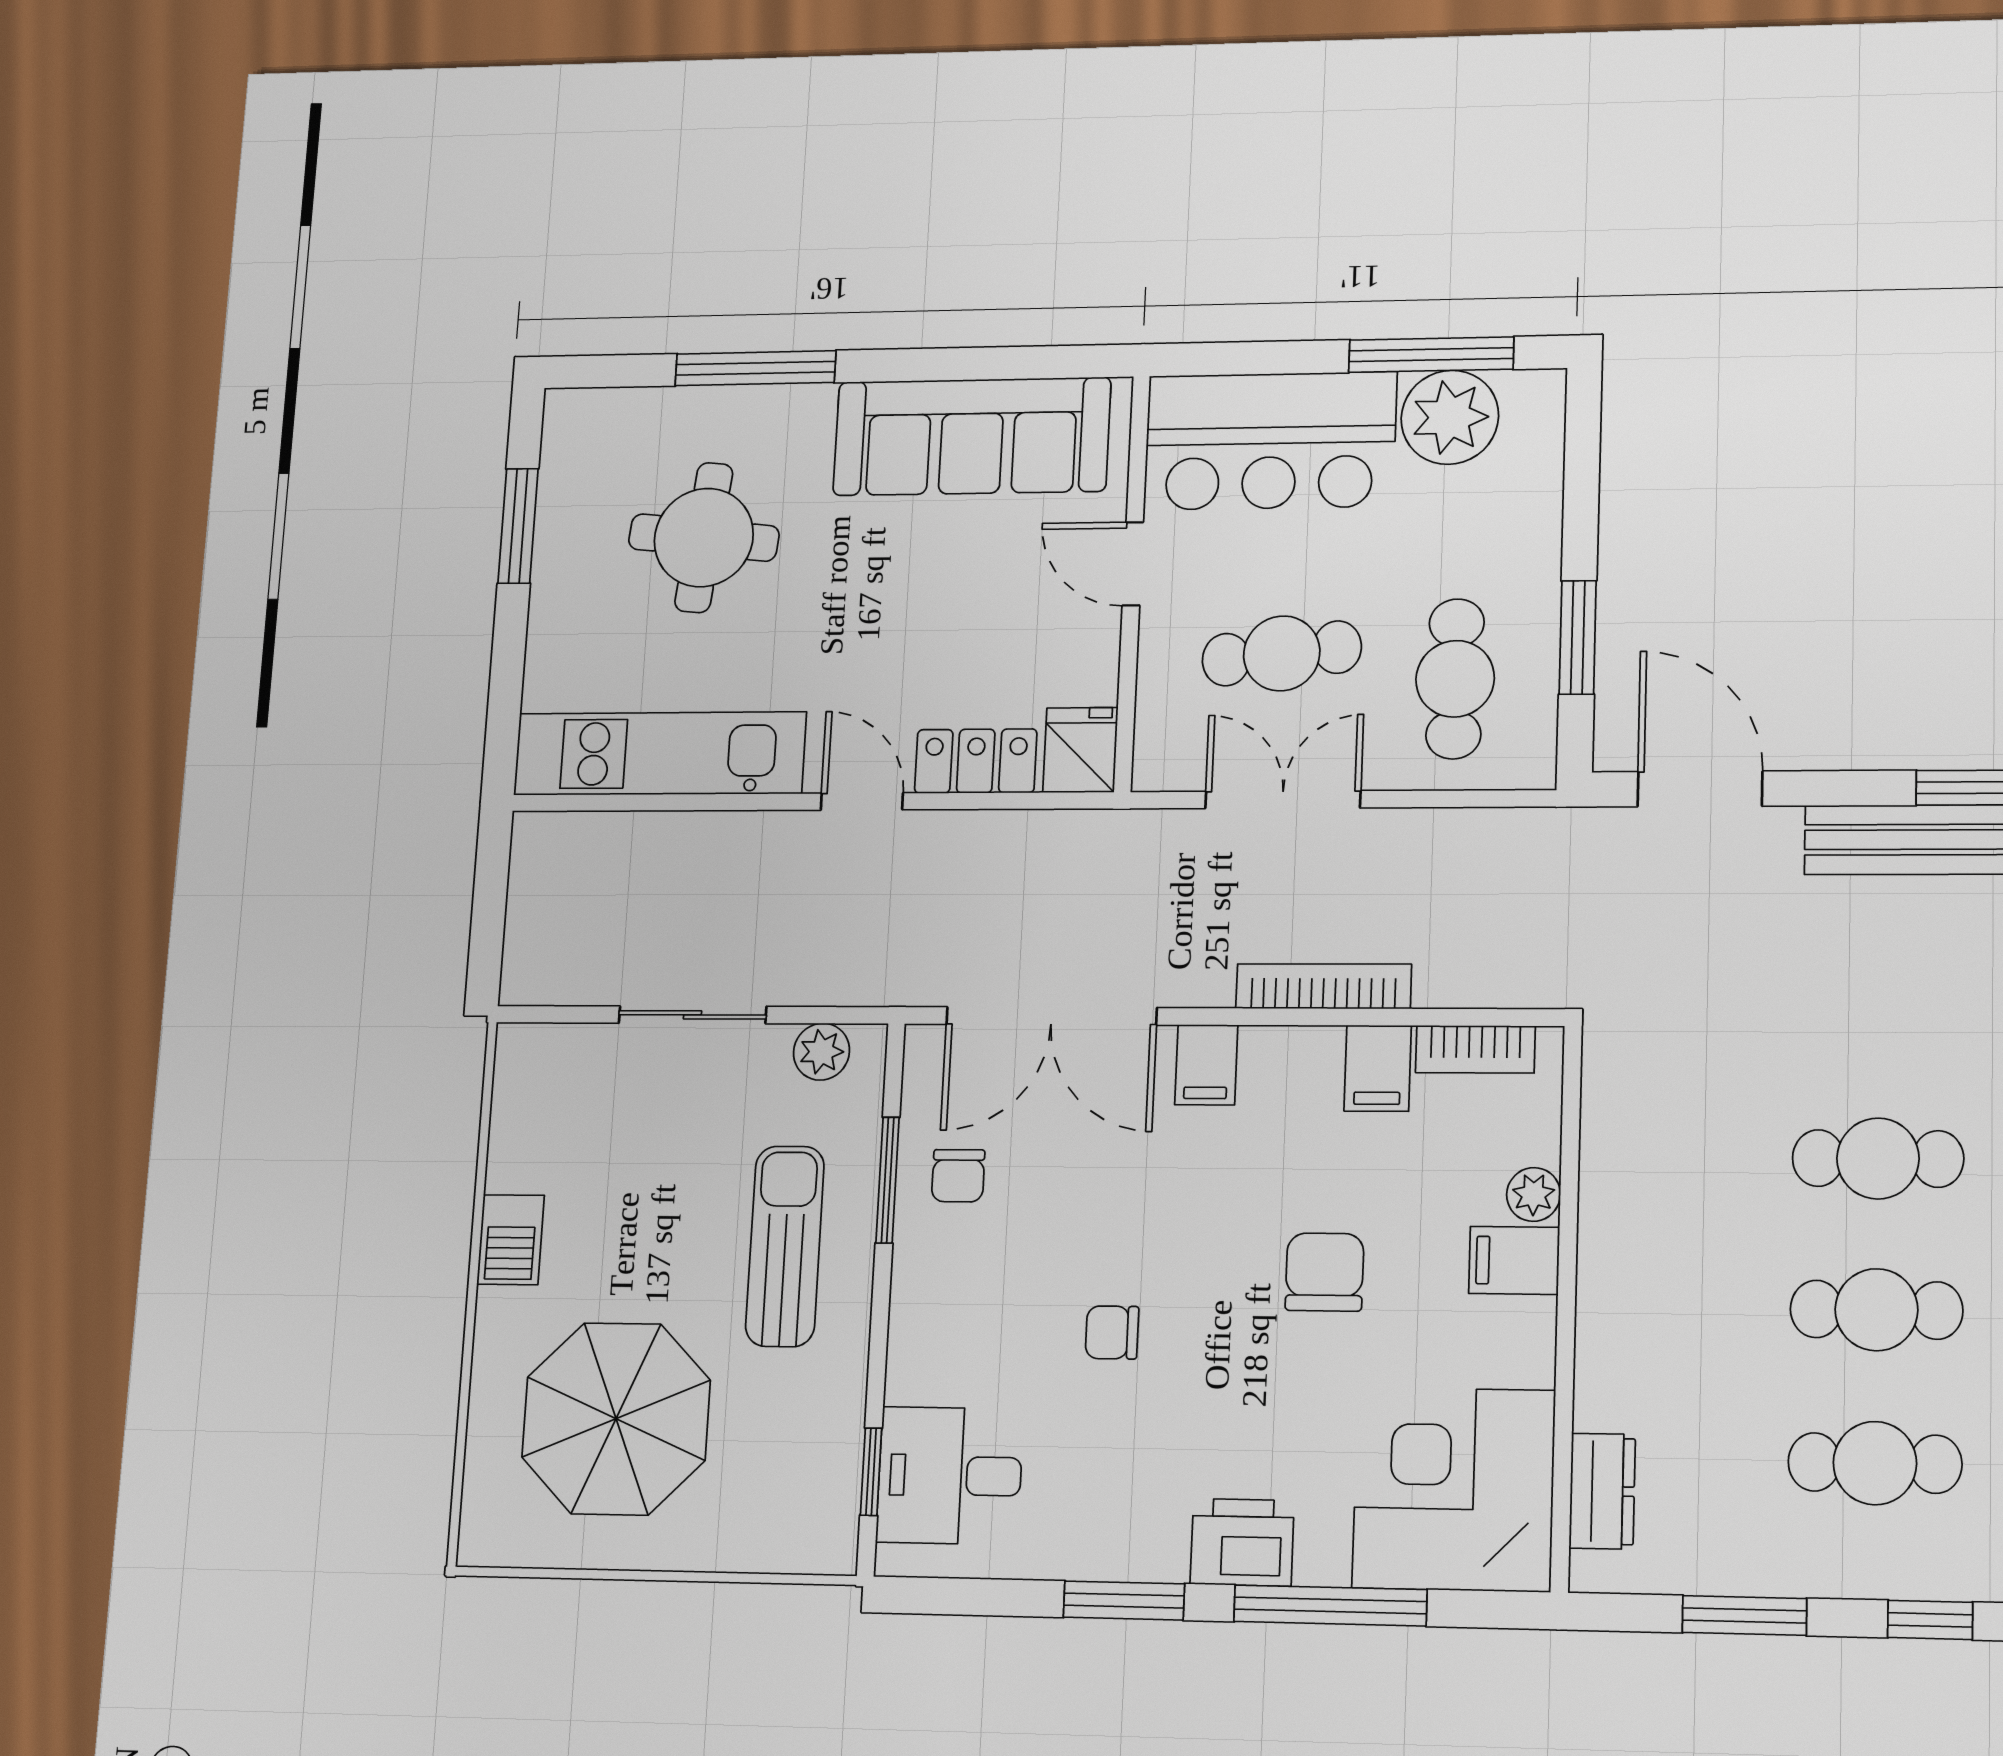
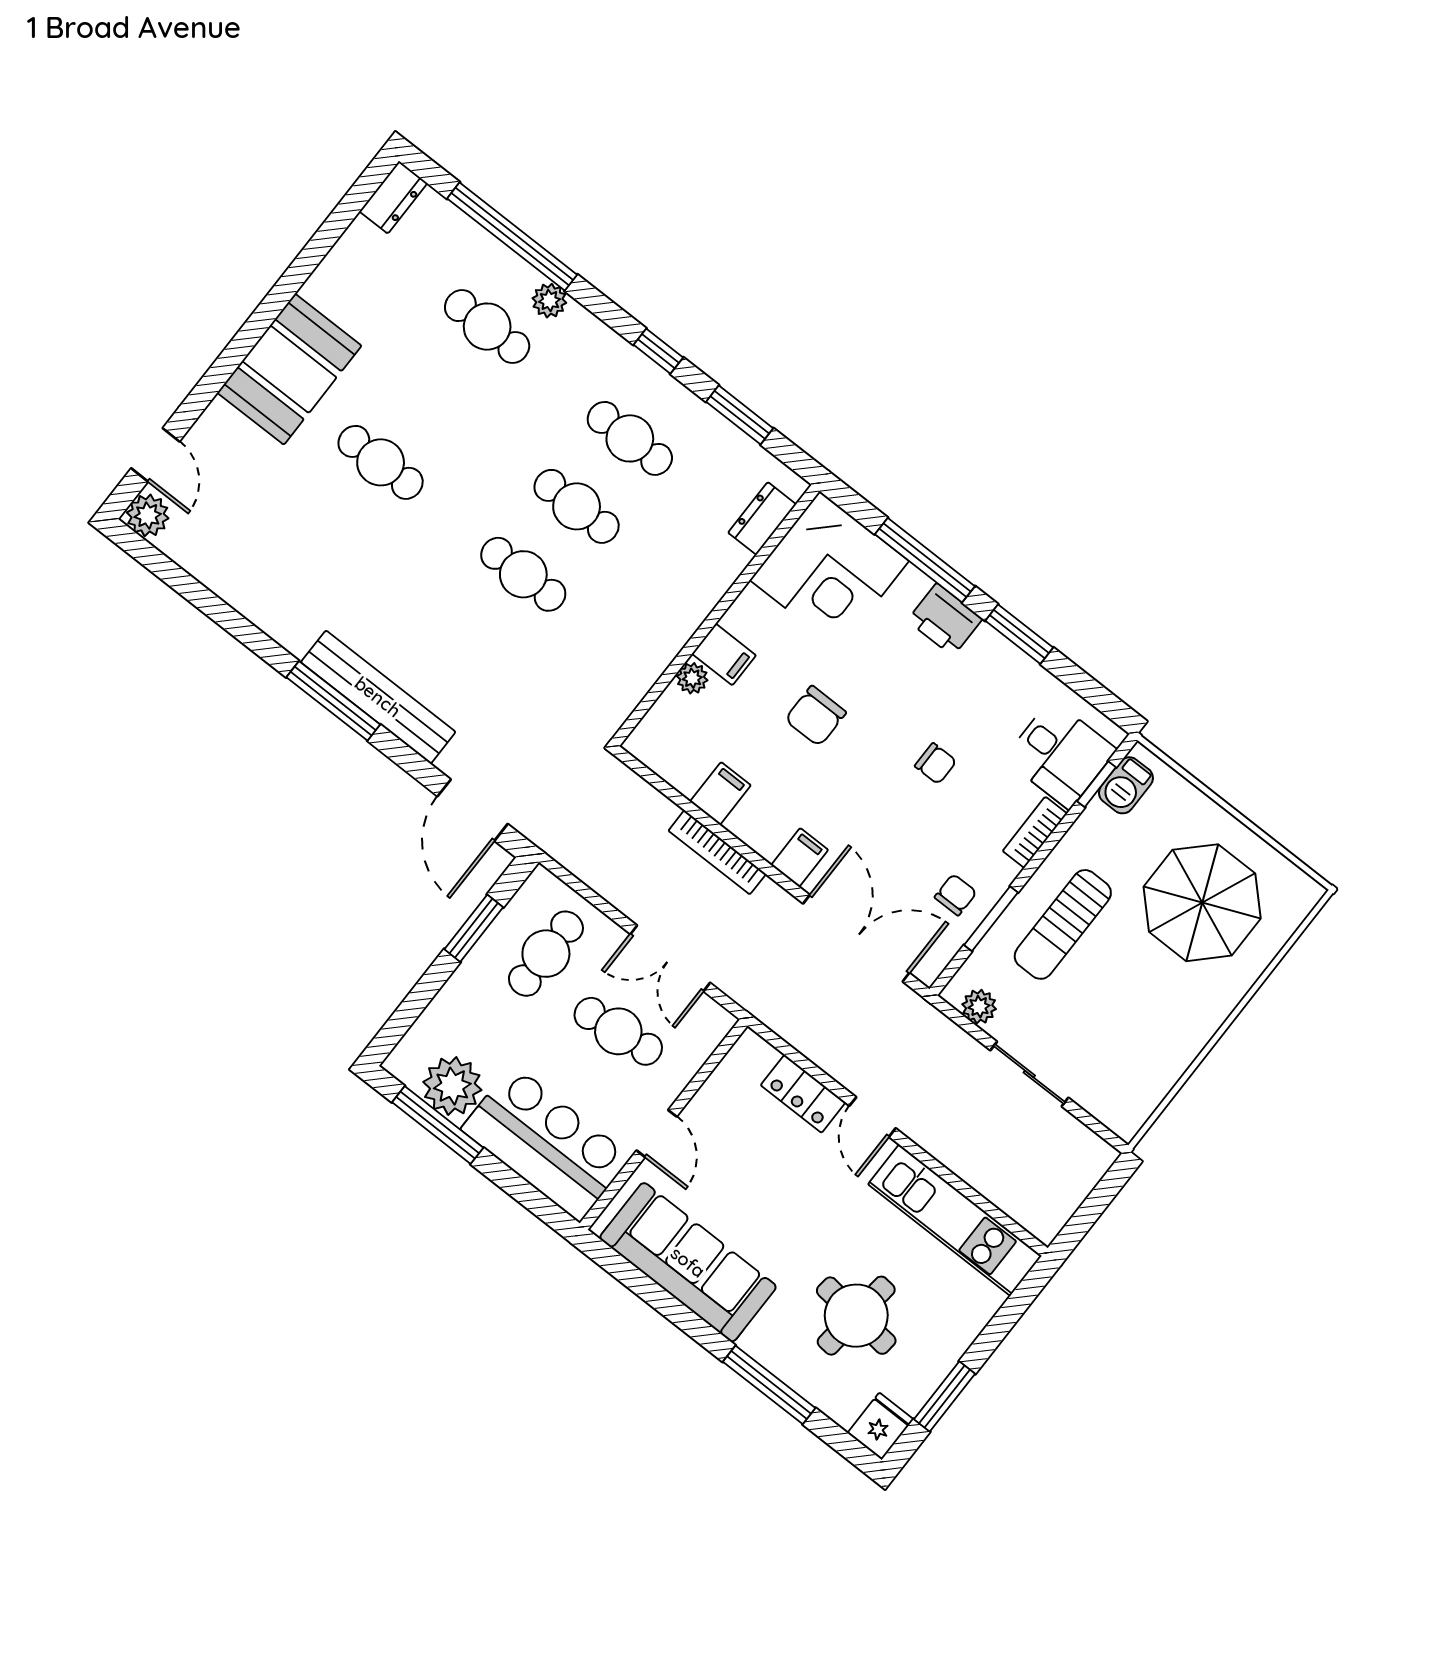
fridge: (1080, 750) -> (881, 1426), moved, turned 180
bookcase: (1475, 1049) -> (1035, 832), moved, turned -90
barbecue: (511, 1240) -> (1126, 785), moved, turned 180

